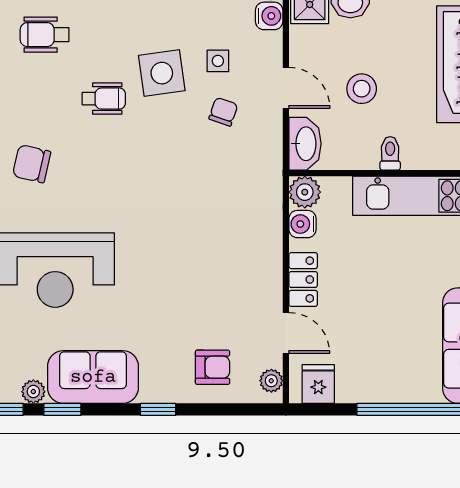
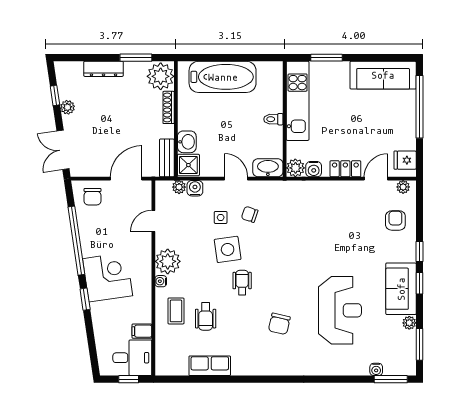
door: (286, 88) -> (236, 179), hinge flipped
stool: (362, 89) -> (236, 135), removed
window: (62, 409) -> (419, 283), moved

